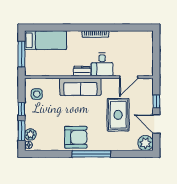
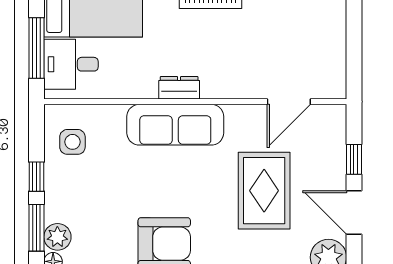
desk: (102, 64) -> (71, 64), moved, turned 90

